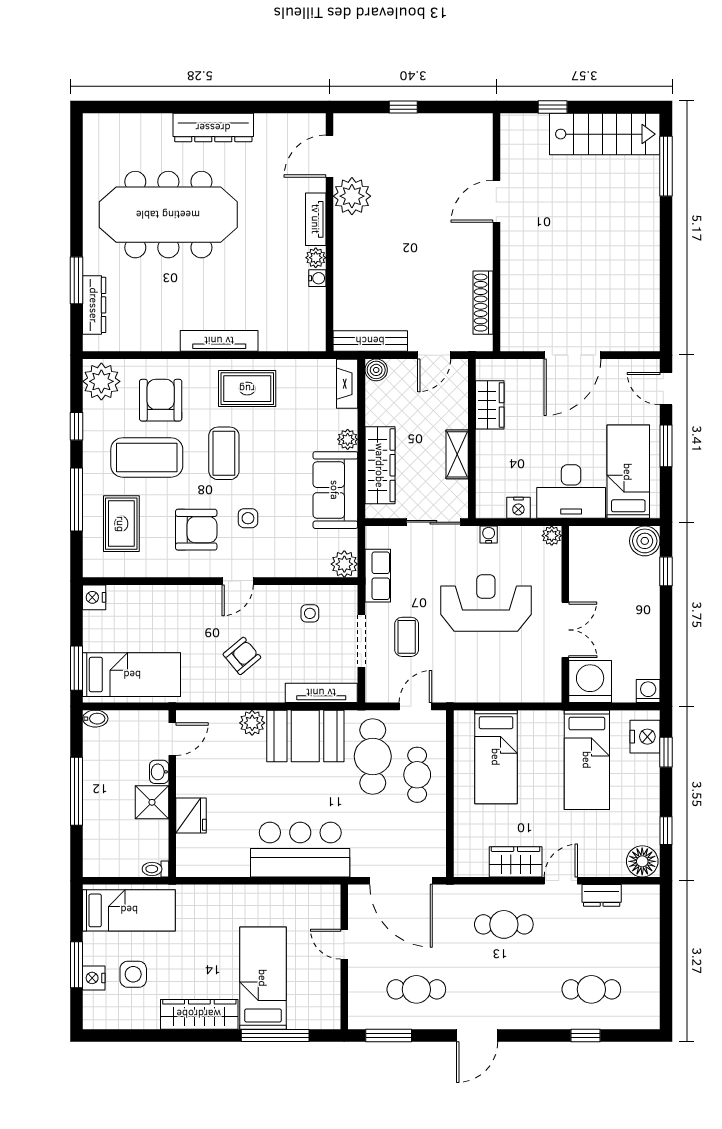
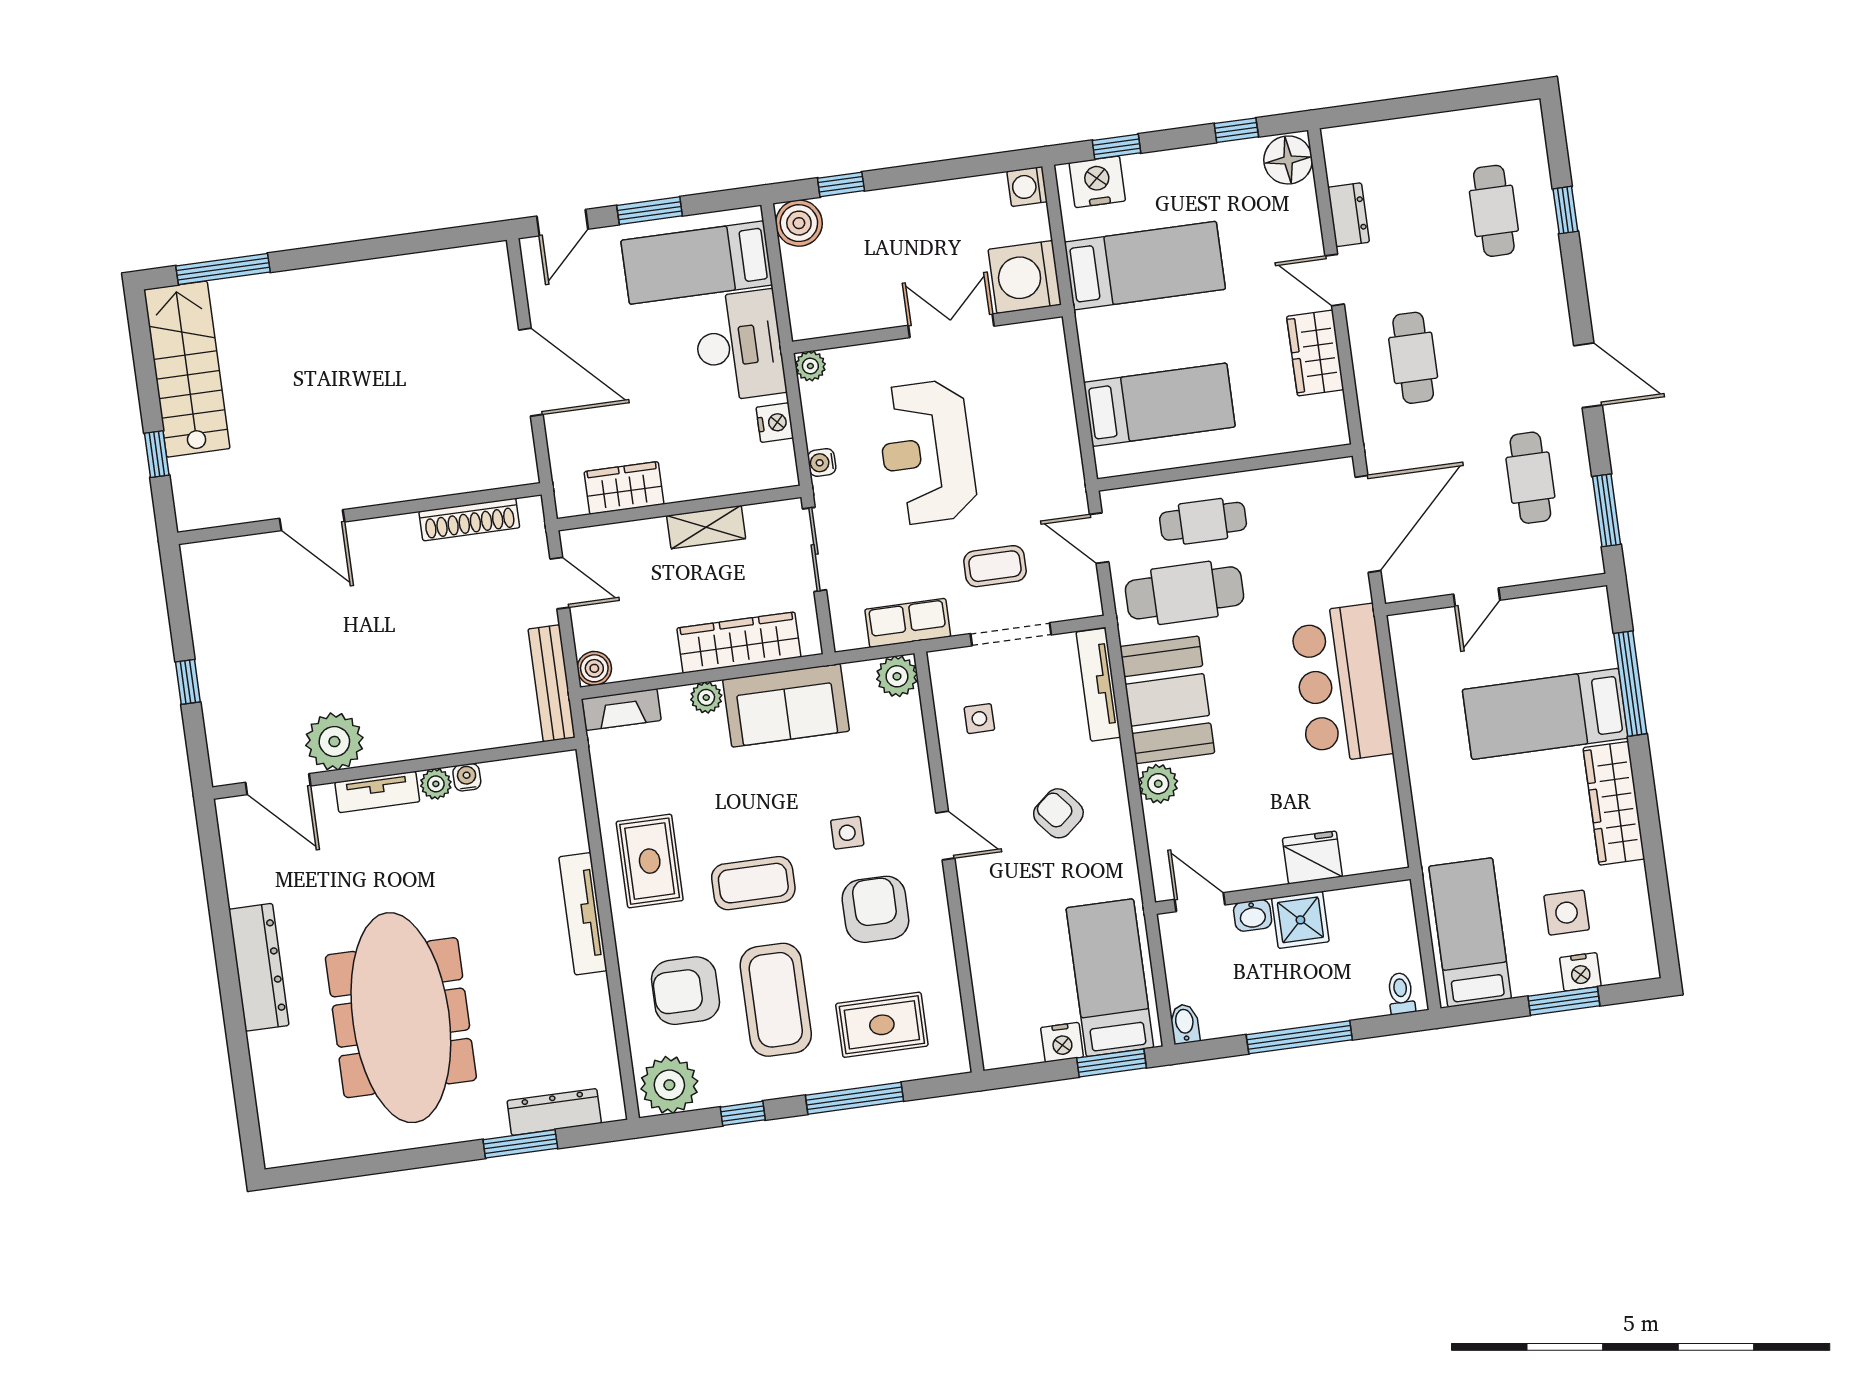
nightstand: (94, 597) -> (1062, 1042), moved
toilet: (155, 869) -> (1401, 993), moved, turned 180

